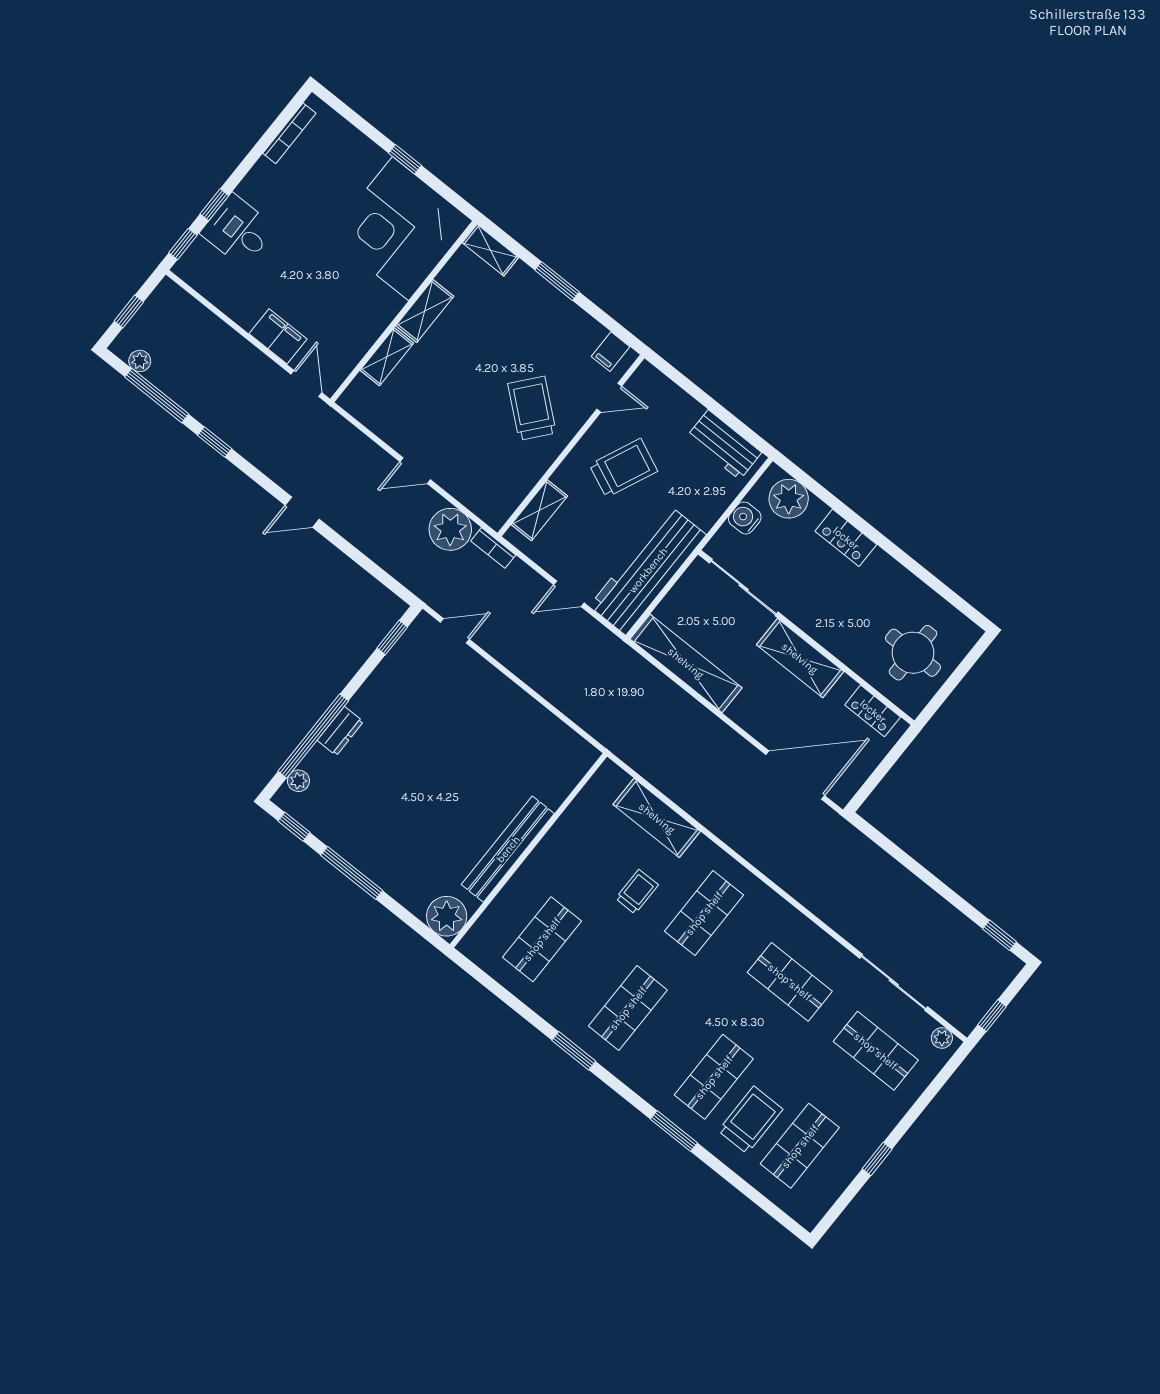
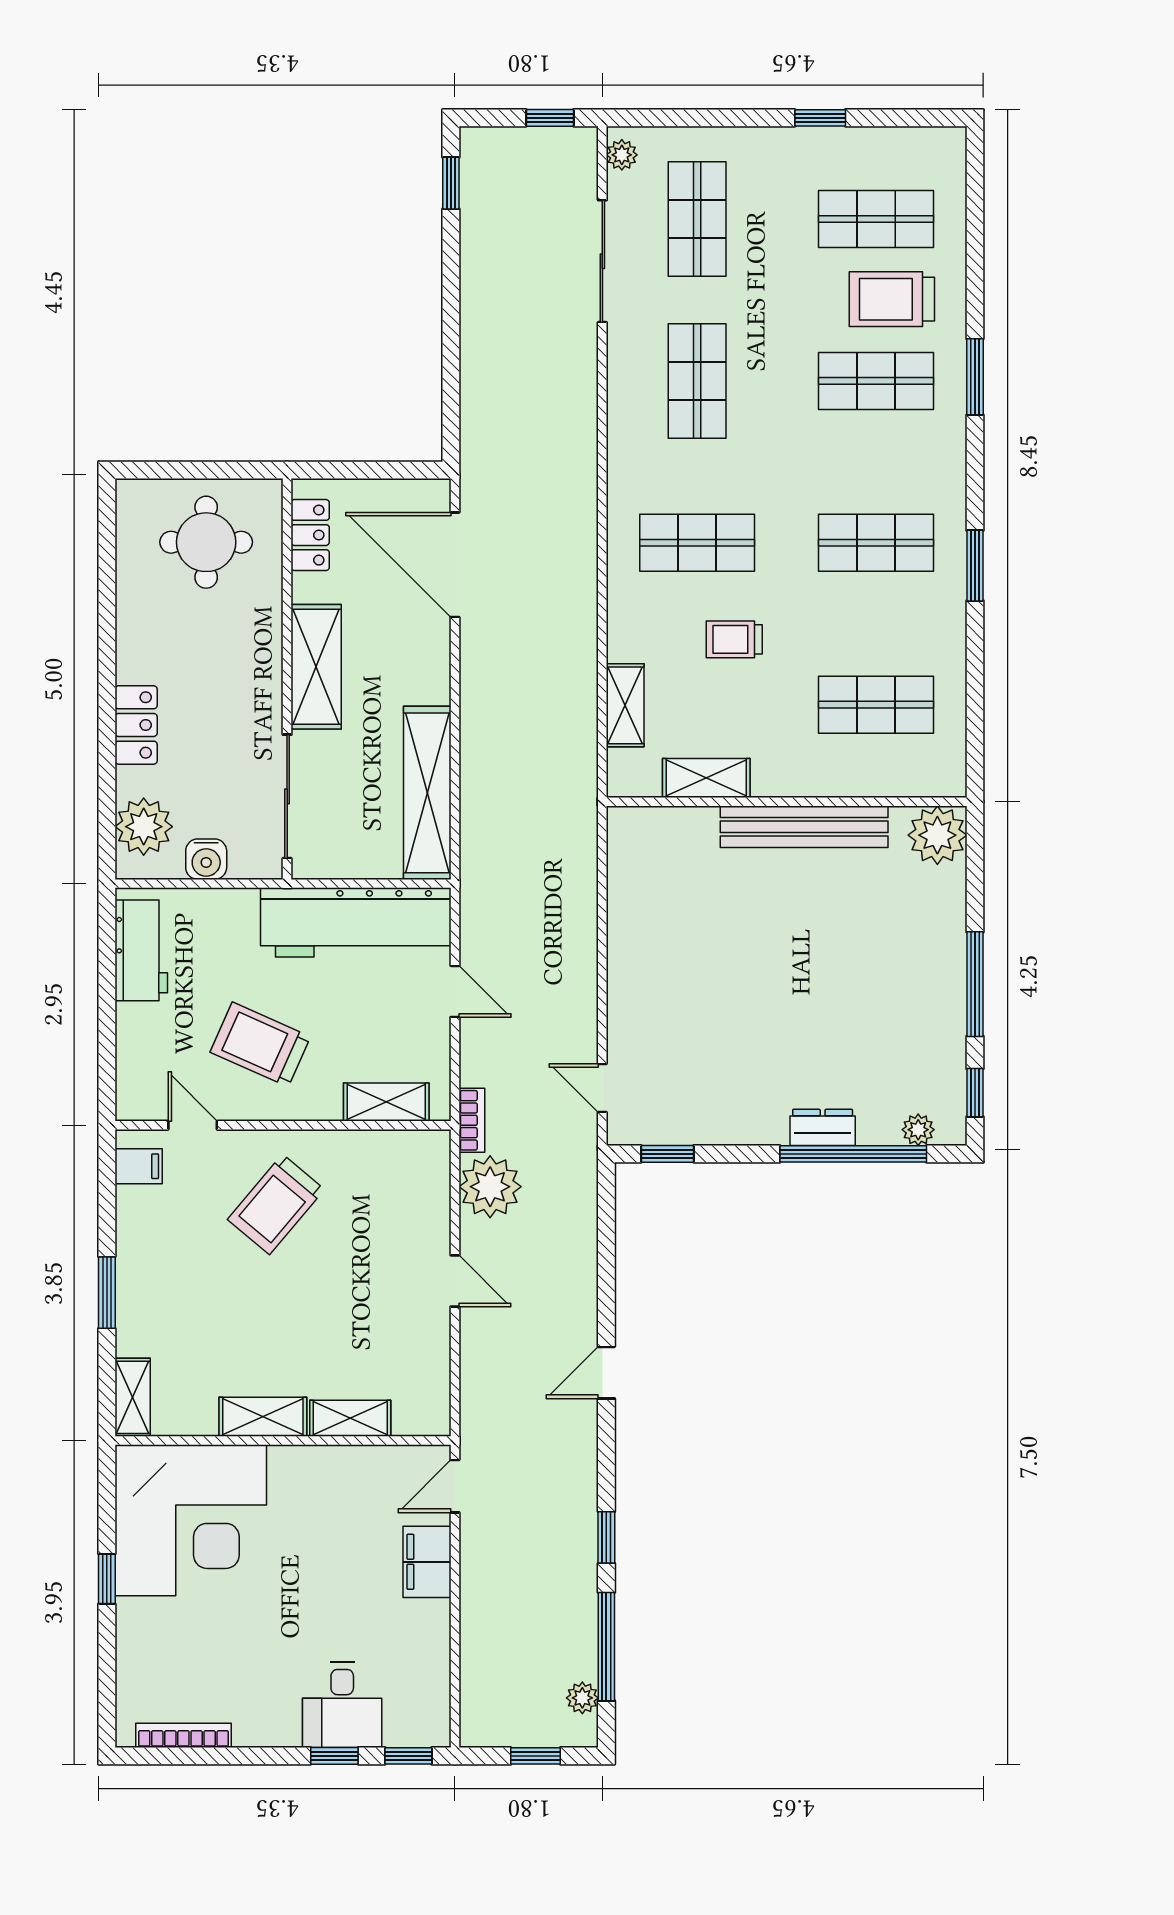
door: (302, 512) -> (606, 1373), swing flipped
shelving: (575, 818) -> (706, 778), added
shelving: (657, 818) -> (625, 705), width x0.67, depth x0.75

